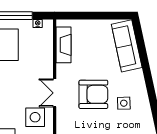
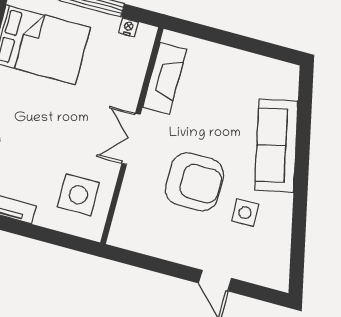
sofa: (127, 46) -> (276, 145), moved
double door: (55, 93) -> (131, 139), moved

